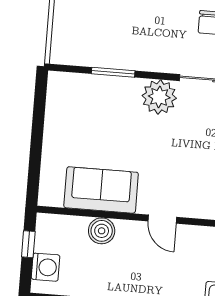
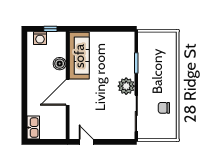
sofa: (101, 190) -> (79, 56), width x1.36
door: (162, 219) -> (68, 92), width x1.87

